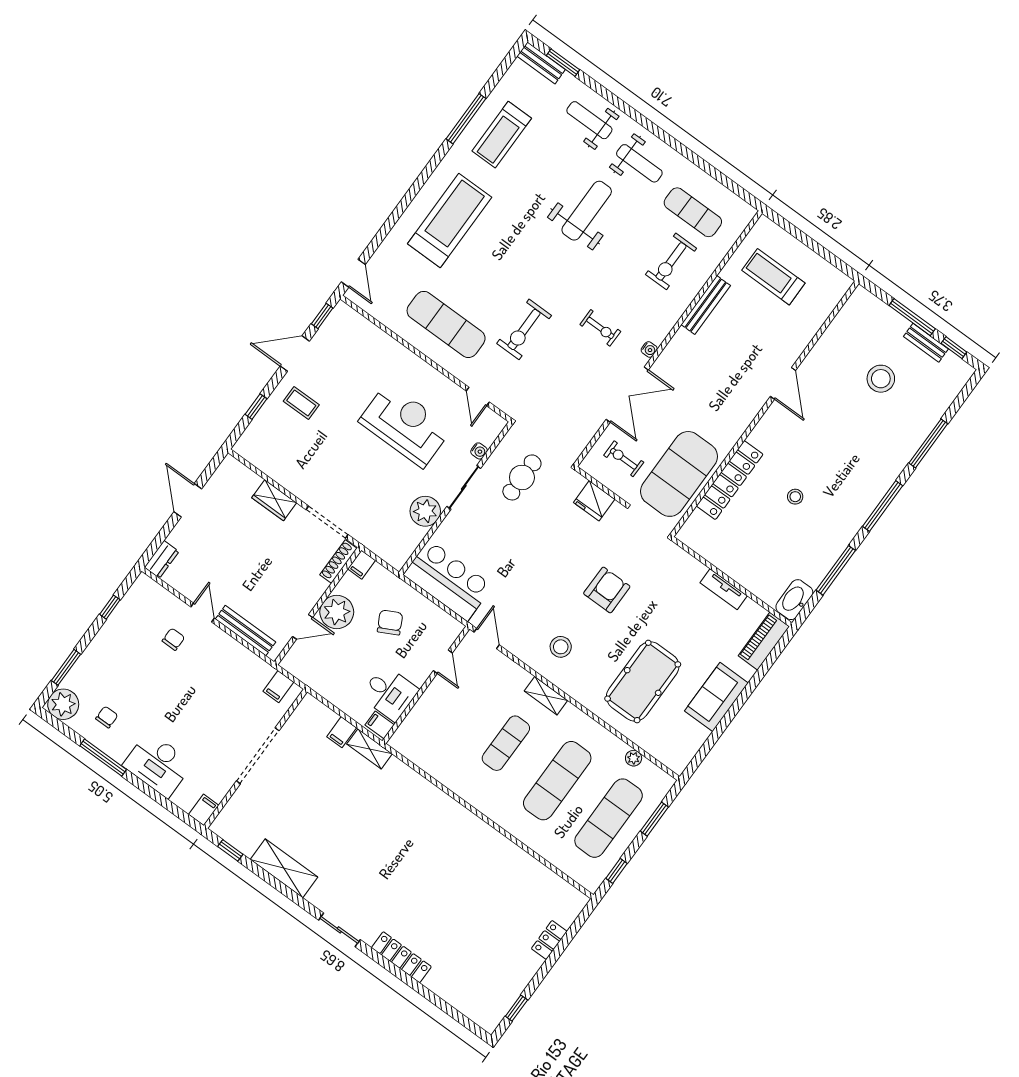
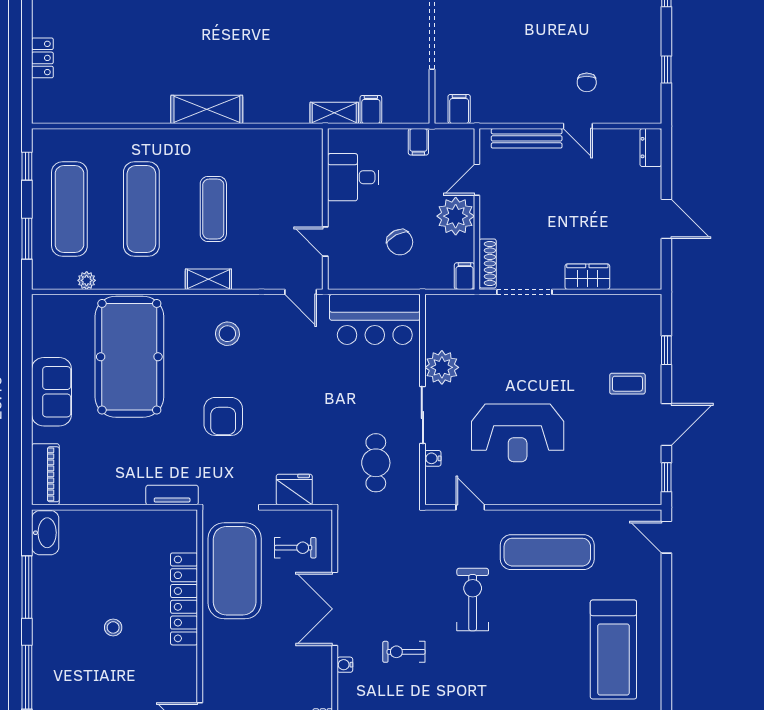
tv unit: (724, 589) -> (172, 495), moved
pool table: (643, 681) -> (129, 357), width x1.36, depth x1.32
filing cabinet: (380, 725) -> (418, 142), moved, turned 90
shelving: (459, 818) -> (207, 109), added

